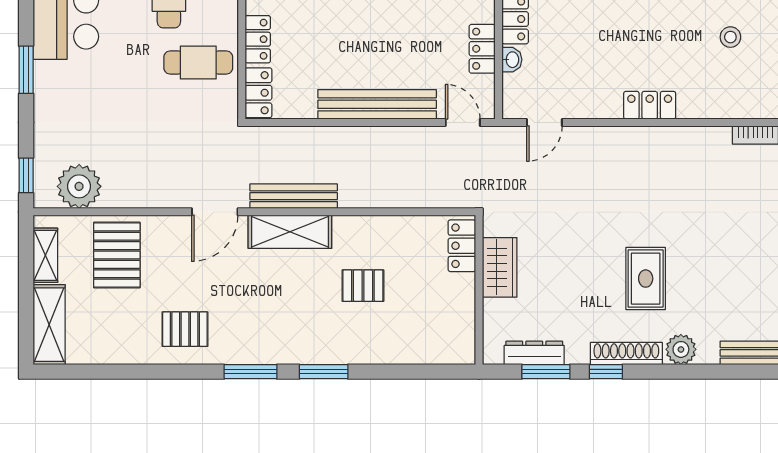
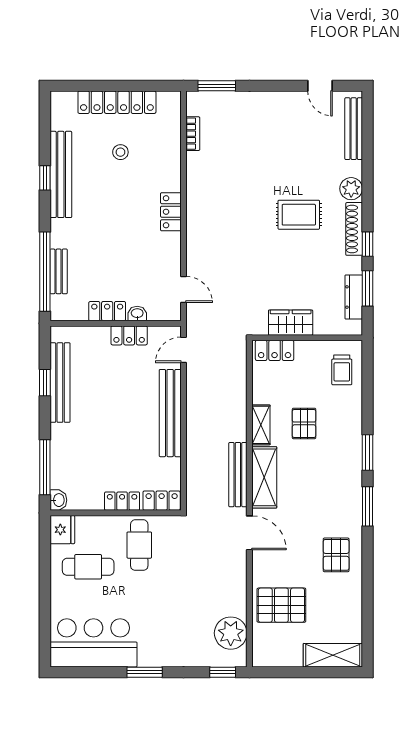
shelving: (45, 255) -> (261, 425), moved, turned 90
trolley: (436, 337) -> (342, 370), added

